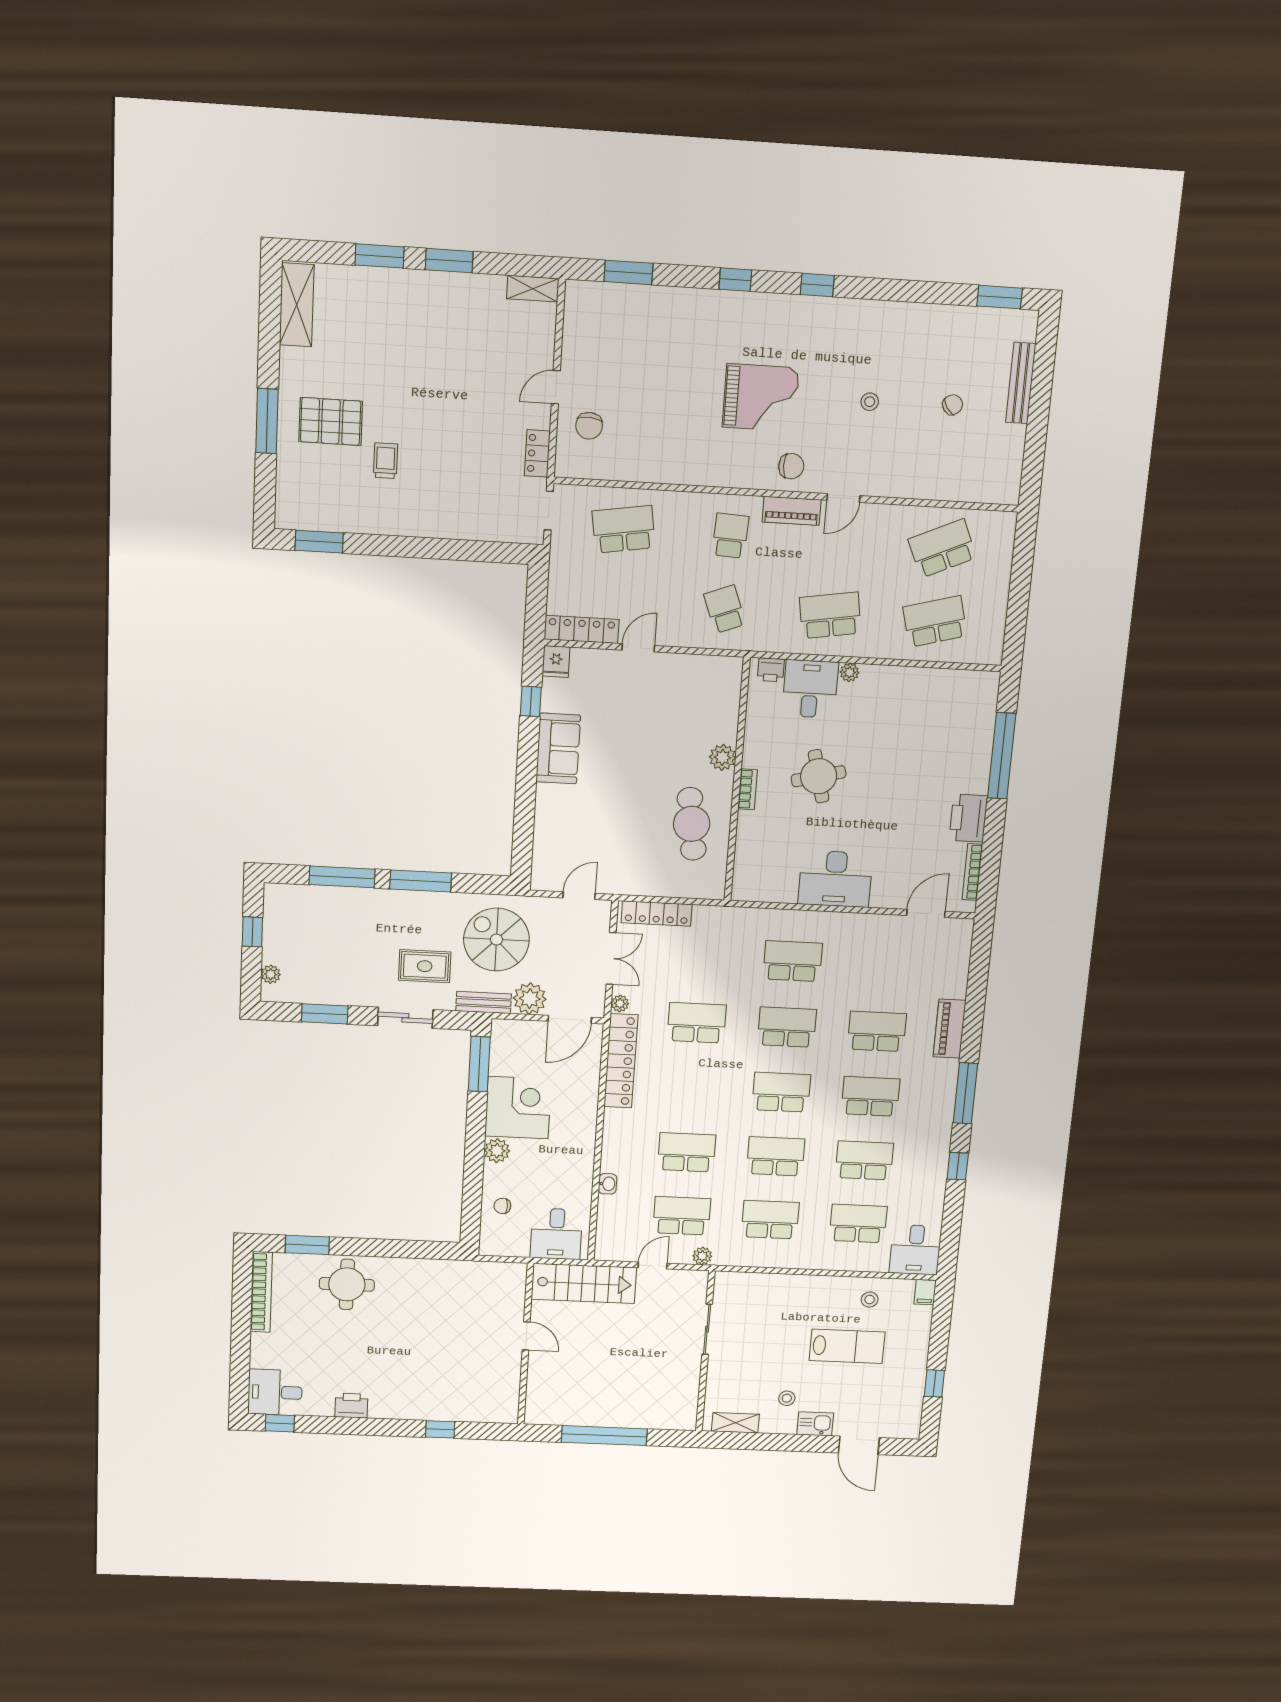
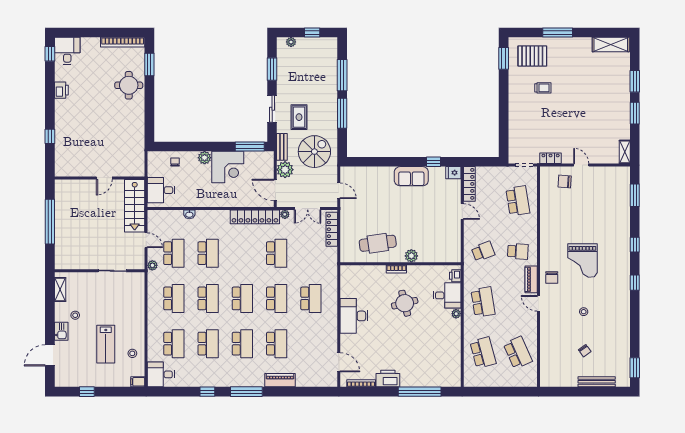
pallet: (331, 421) -> (532, 56), moved, turned 90

